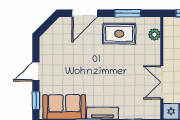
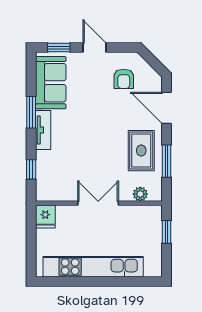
armchair: (61, 48) -> (124, 79), added
double door: (162, 82) -> (98, 203), moved

